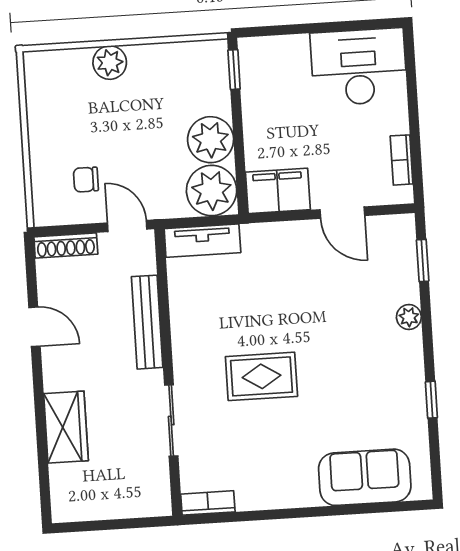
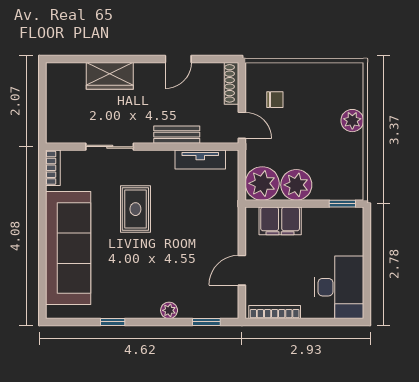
bookcase: (402, 160) -> (275, 312), width x1.56
chair: (86, 180) -> (275, 100), turned 90
filing cabinet: (278, 191) -> (280, 221), moved, turned 90
door: (127, 226) -> (242, 125), hinge flipped
tv unit: (202, 241) -> (200, 160), moved, turned -90
bench: (147, 322) -> (177, 135), width x0.73
sofa: (365, 477) -> (68, 248), width x1.85, depth x1.27

